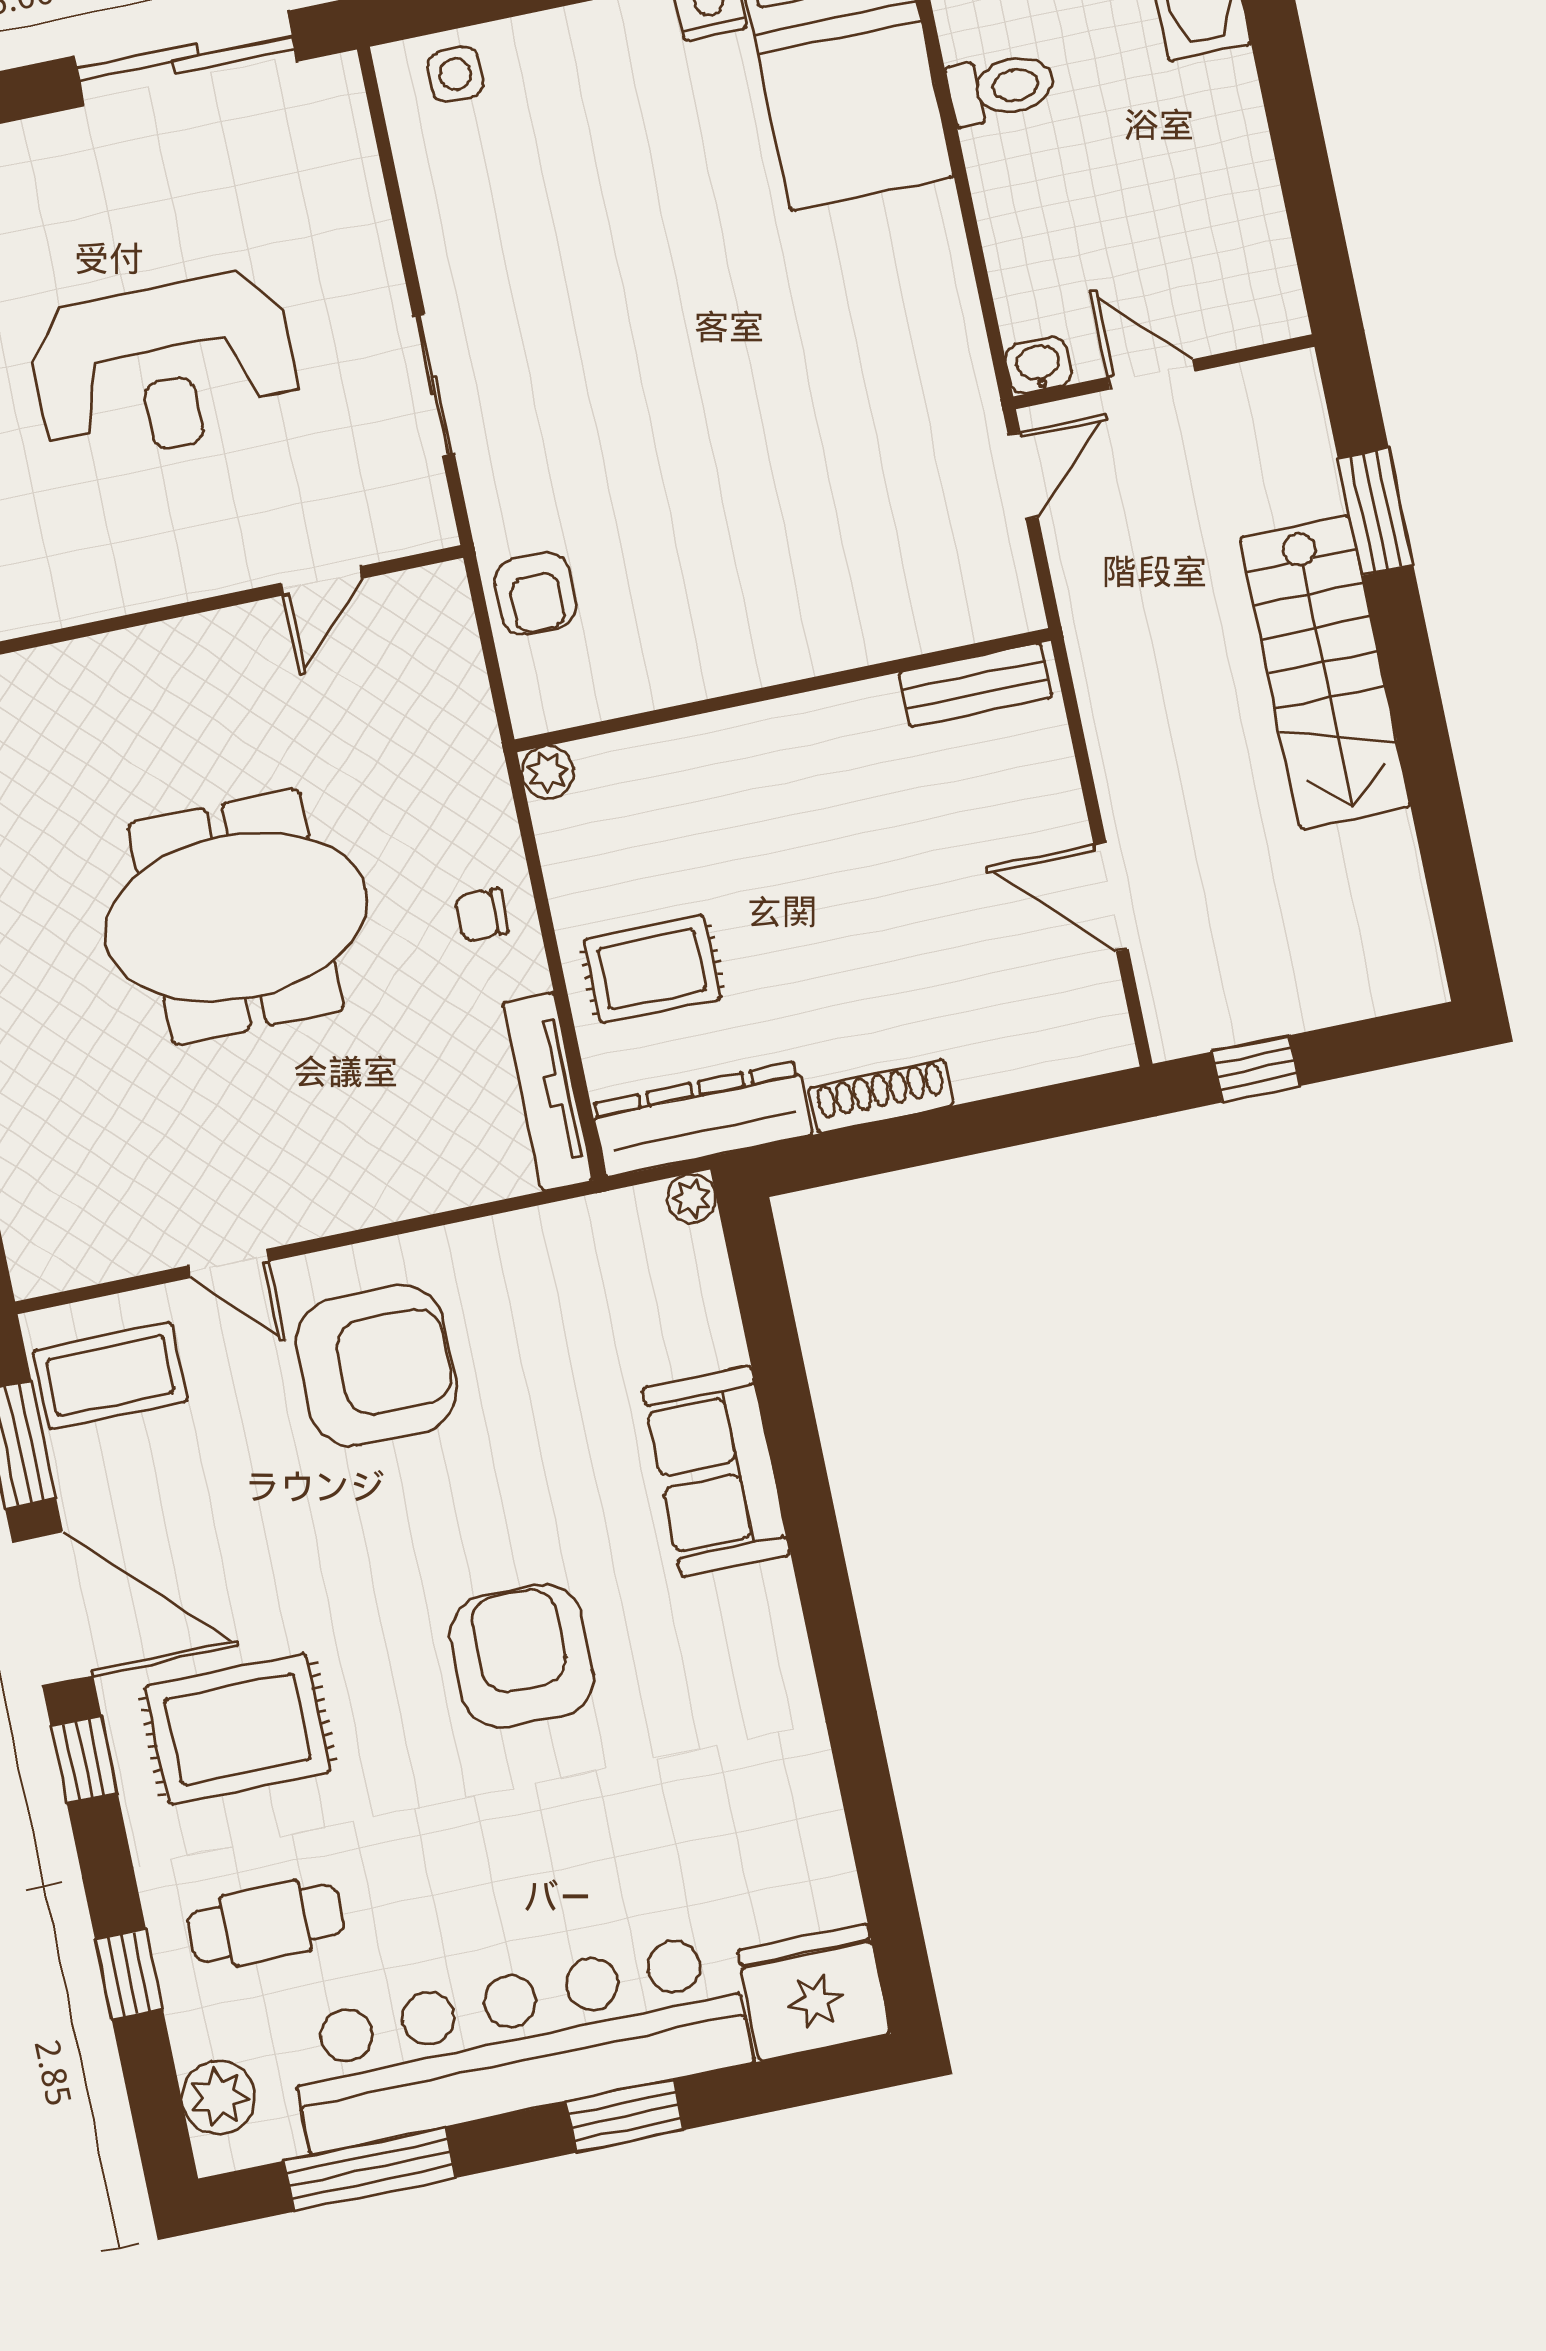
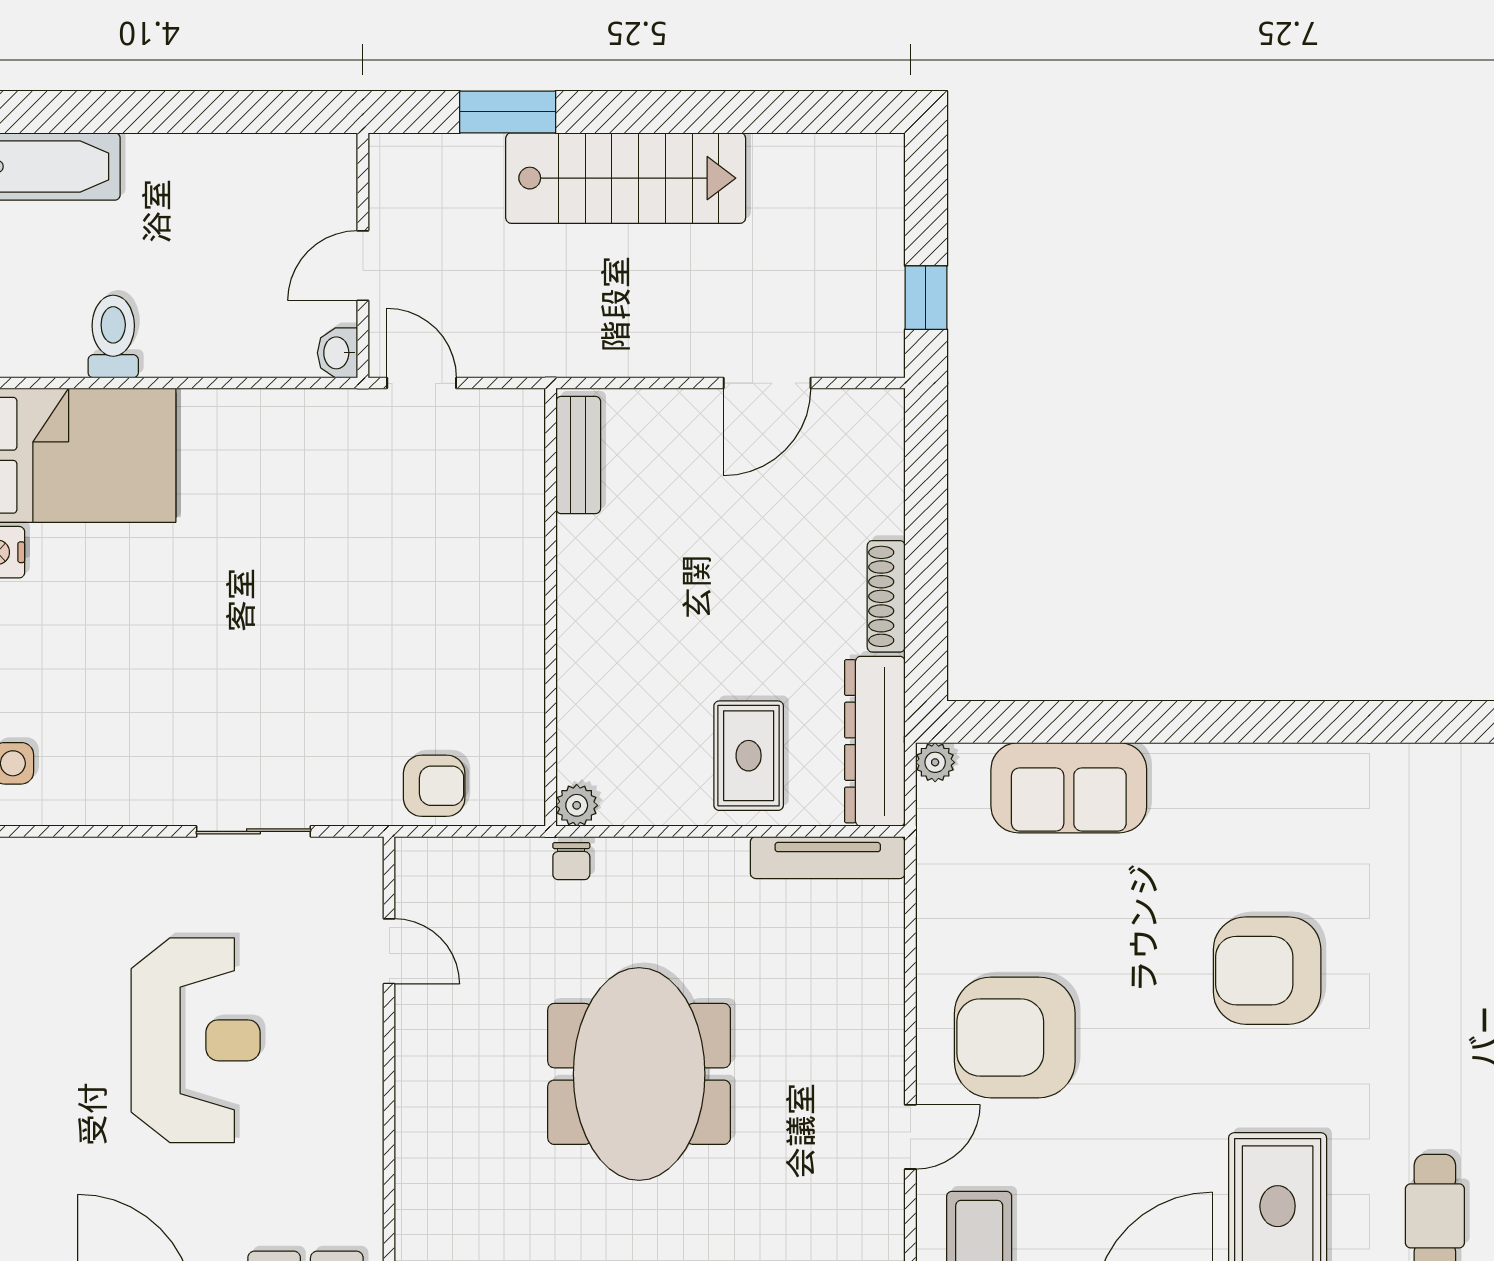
chair: (482, 915) -> (571, 861), moved
armchair: (376, 1365) -> (1015, 1037), turned -90
sofa: (716, 1471) -> (1069, 788), moved

